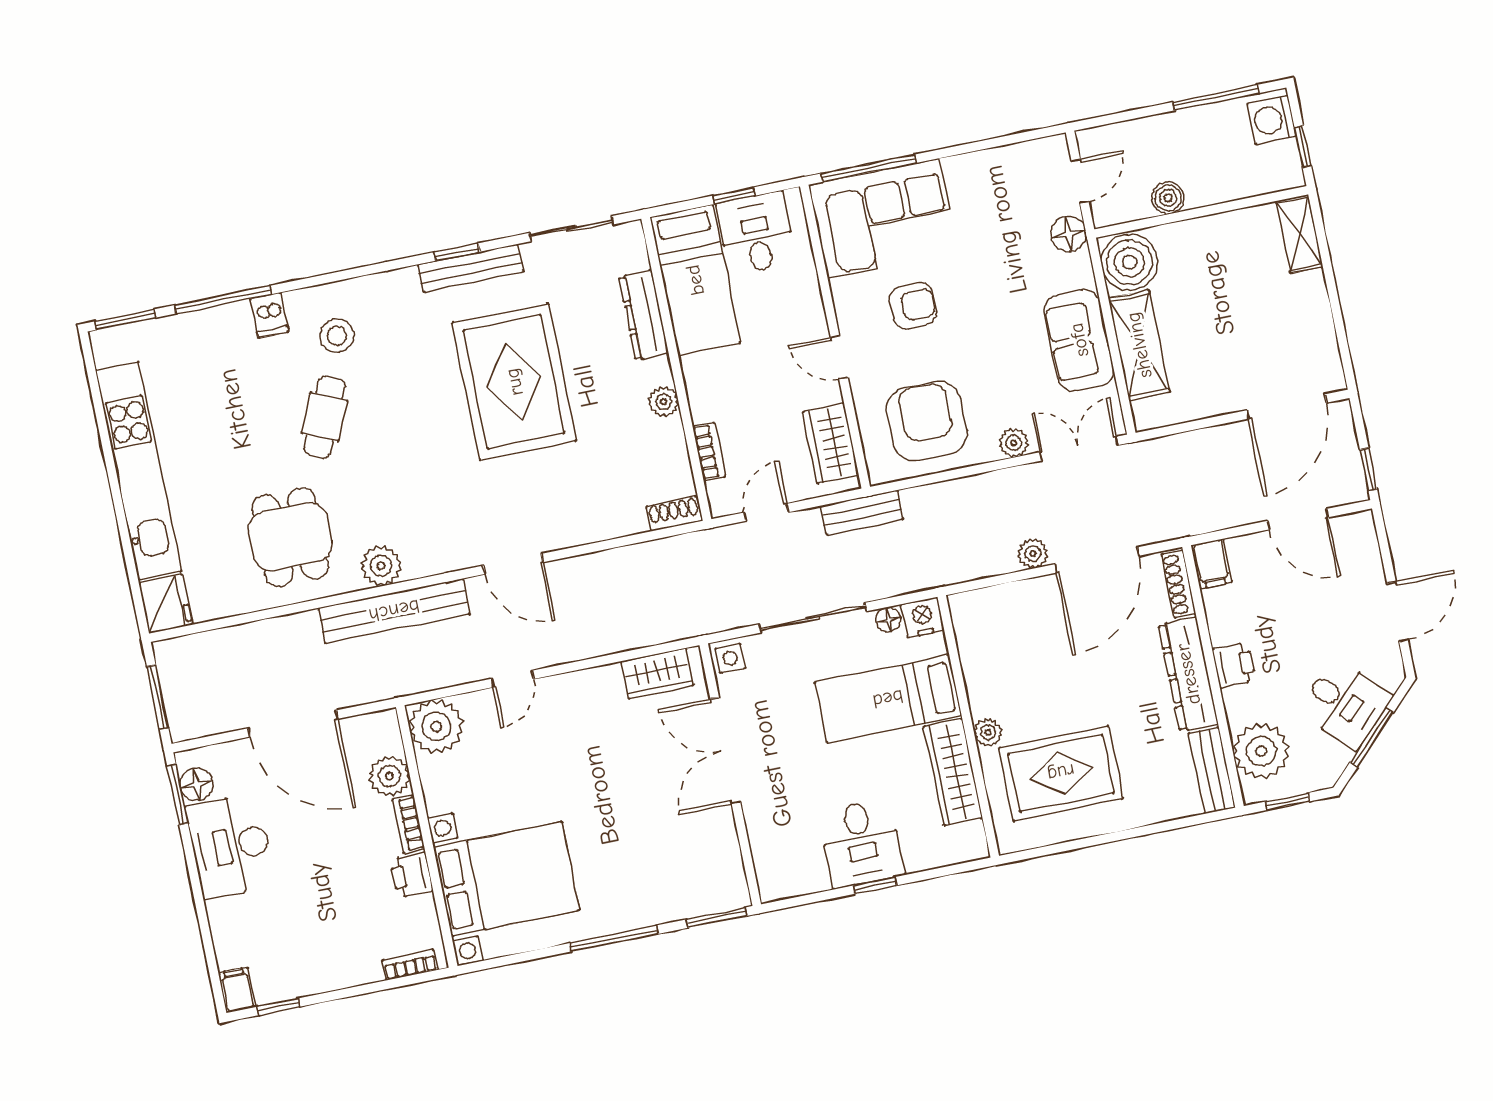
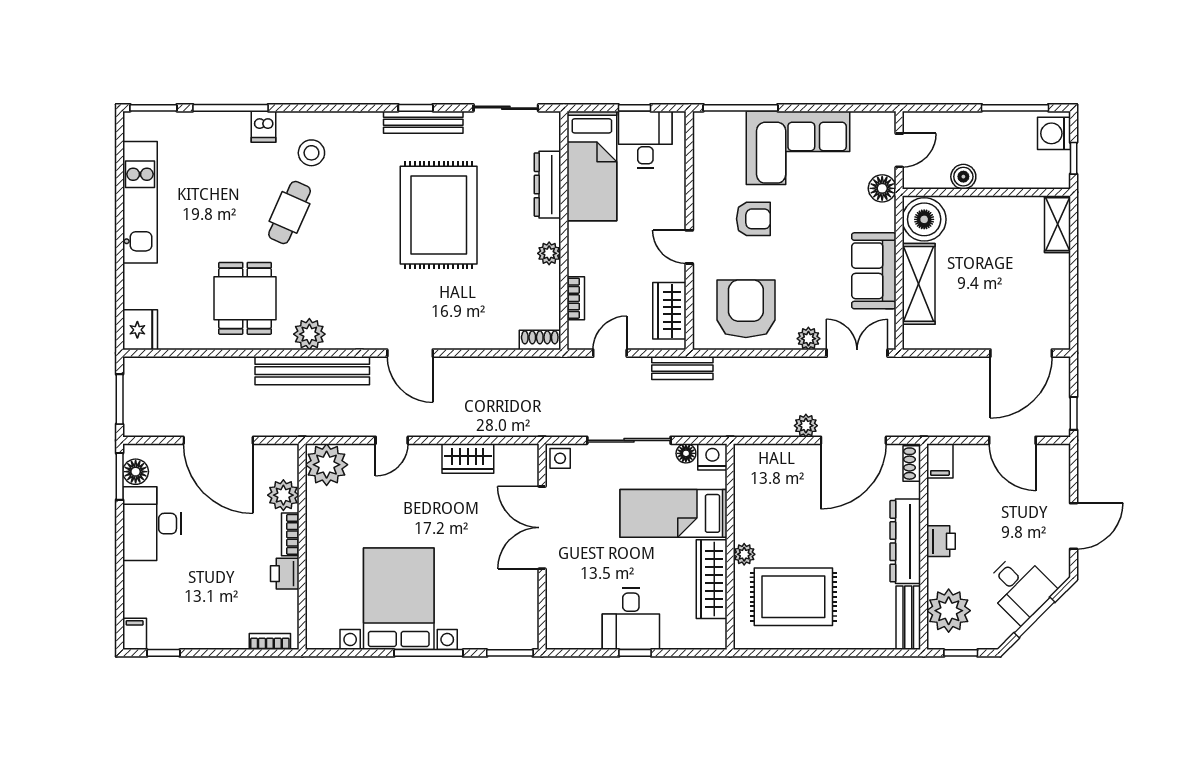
corner sofa: (883, 218) -> (798, 148), moved
kitchen unit: (138, 470) -> (140, 202), width x0.73
shoe rack: (1179, 584) -> (912, 464), width x0.70
wardrobe: (657, 673) -> (468, 459), moved
bed with nightstands: (507, 879) -> (399, 599), moved, turned -90

